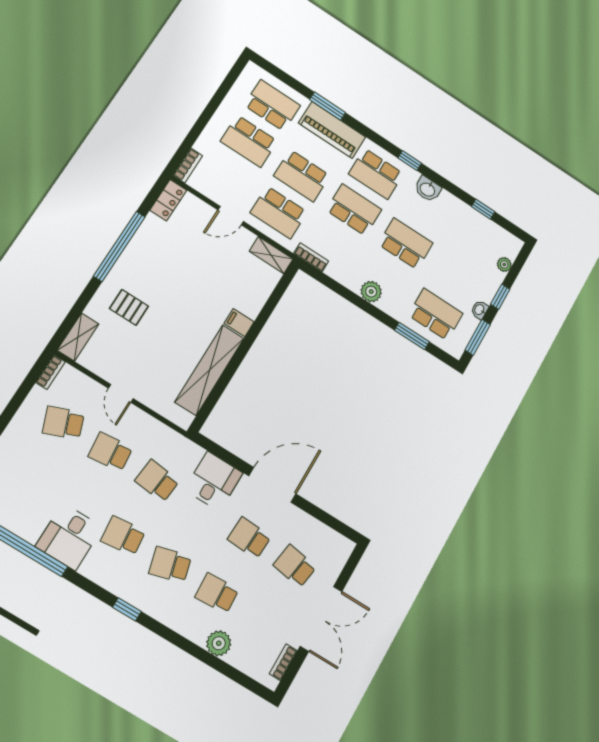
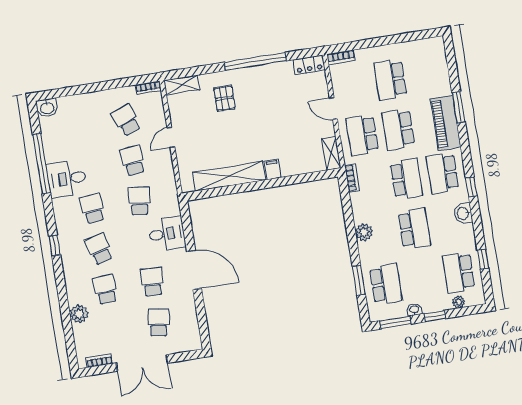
school desk: (272, 105) -> (459, 272), moved, turned 180

